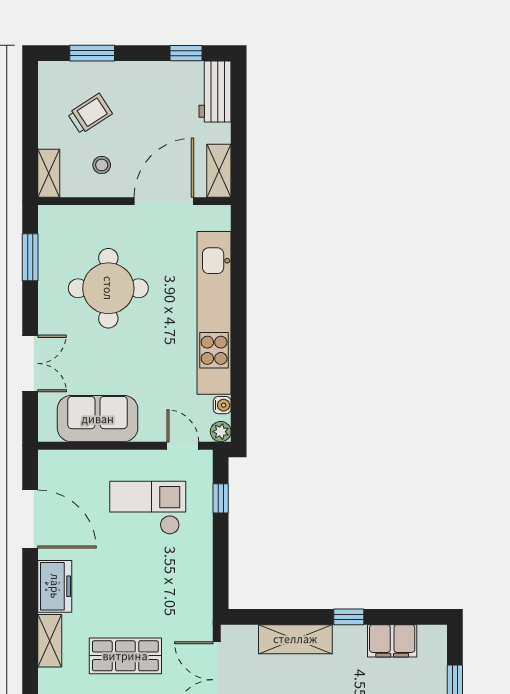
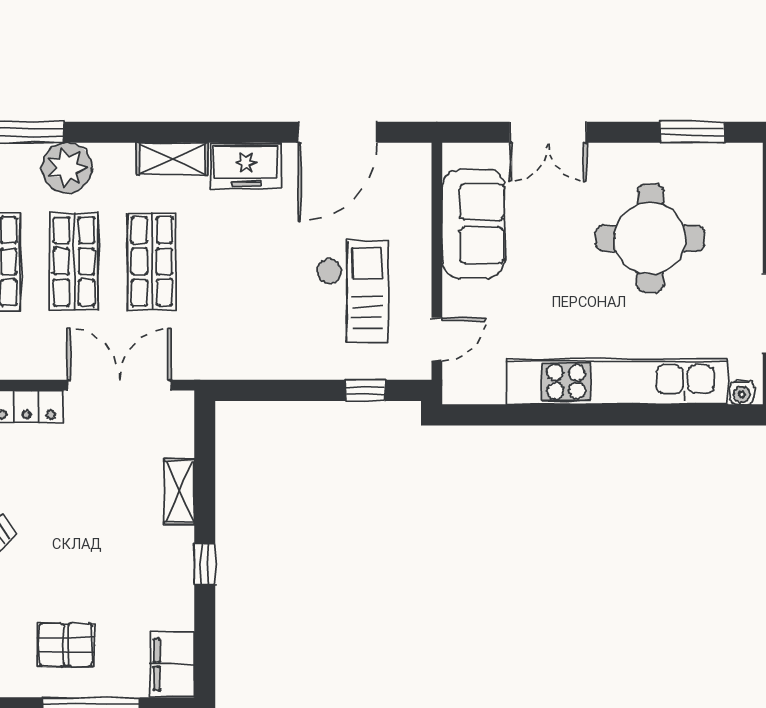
water cooler: (222, 405) -> (742, 392), moved
plant: (221, 432) -> (456, 391), removed
shelving: (295, 639) -> (179, 492), width x0.67, depth x0.75
filing cabinet: (392, 641) -> (172, 664), moved

